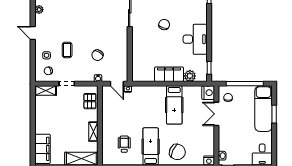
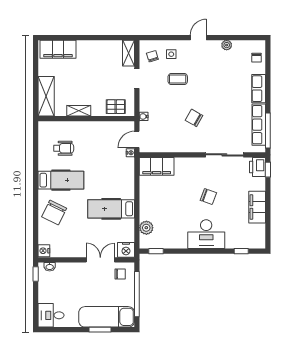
desk: (195, 39) -> (206, 234), moved
chair: (98, 55) -> (194, 118), moved
filing cabinet: (169, 74) -> (157, 166), moved, turned 90

